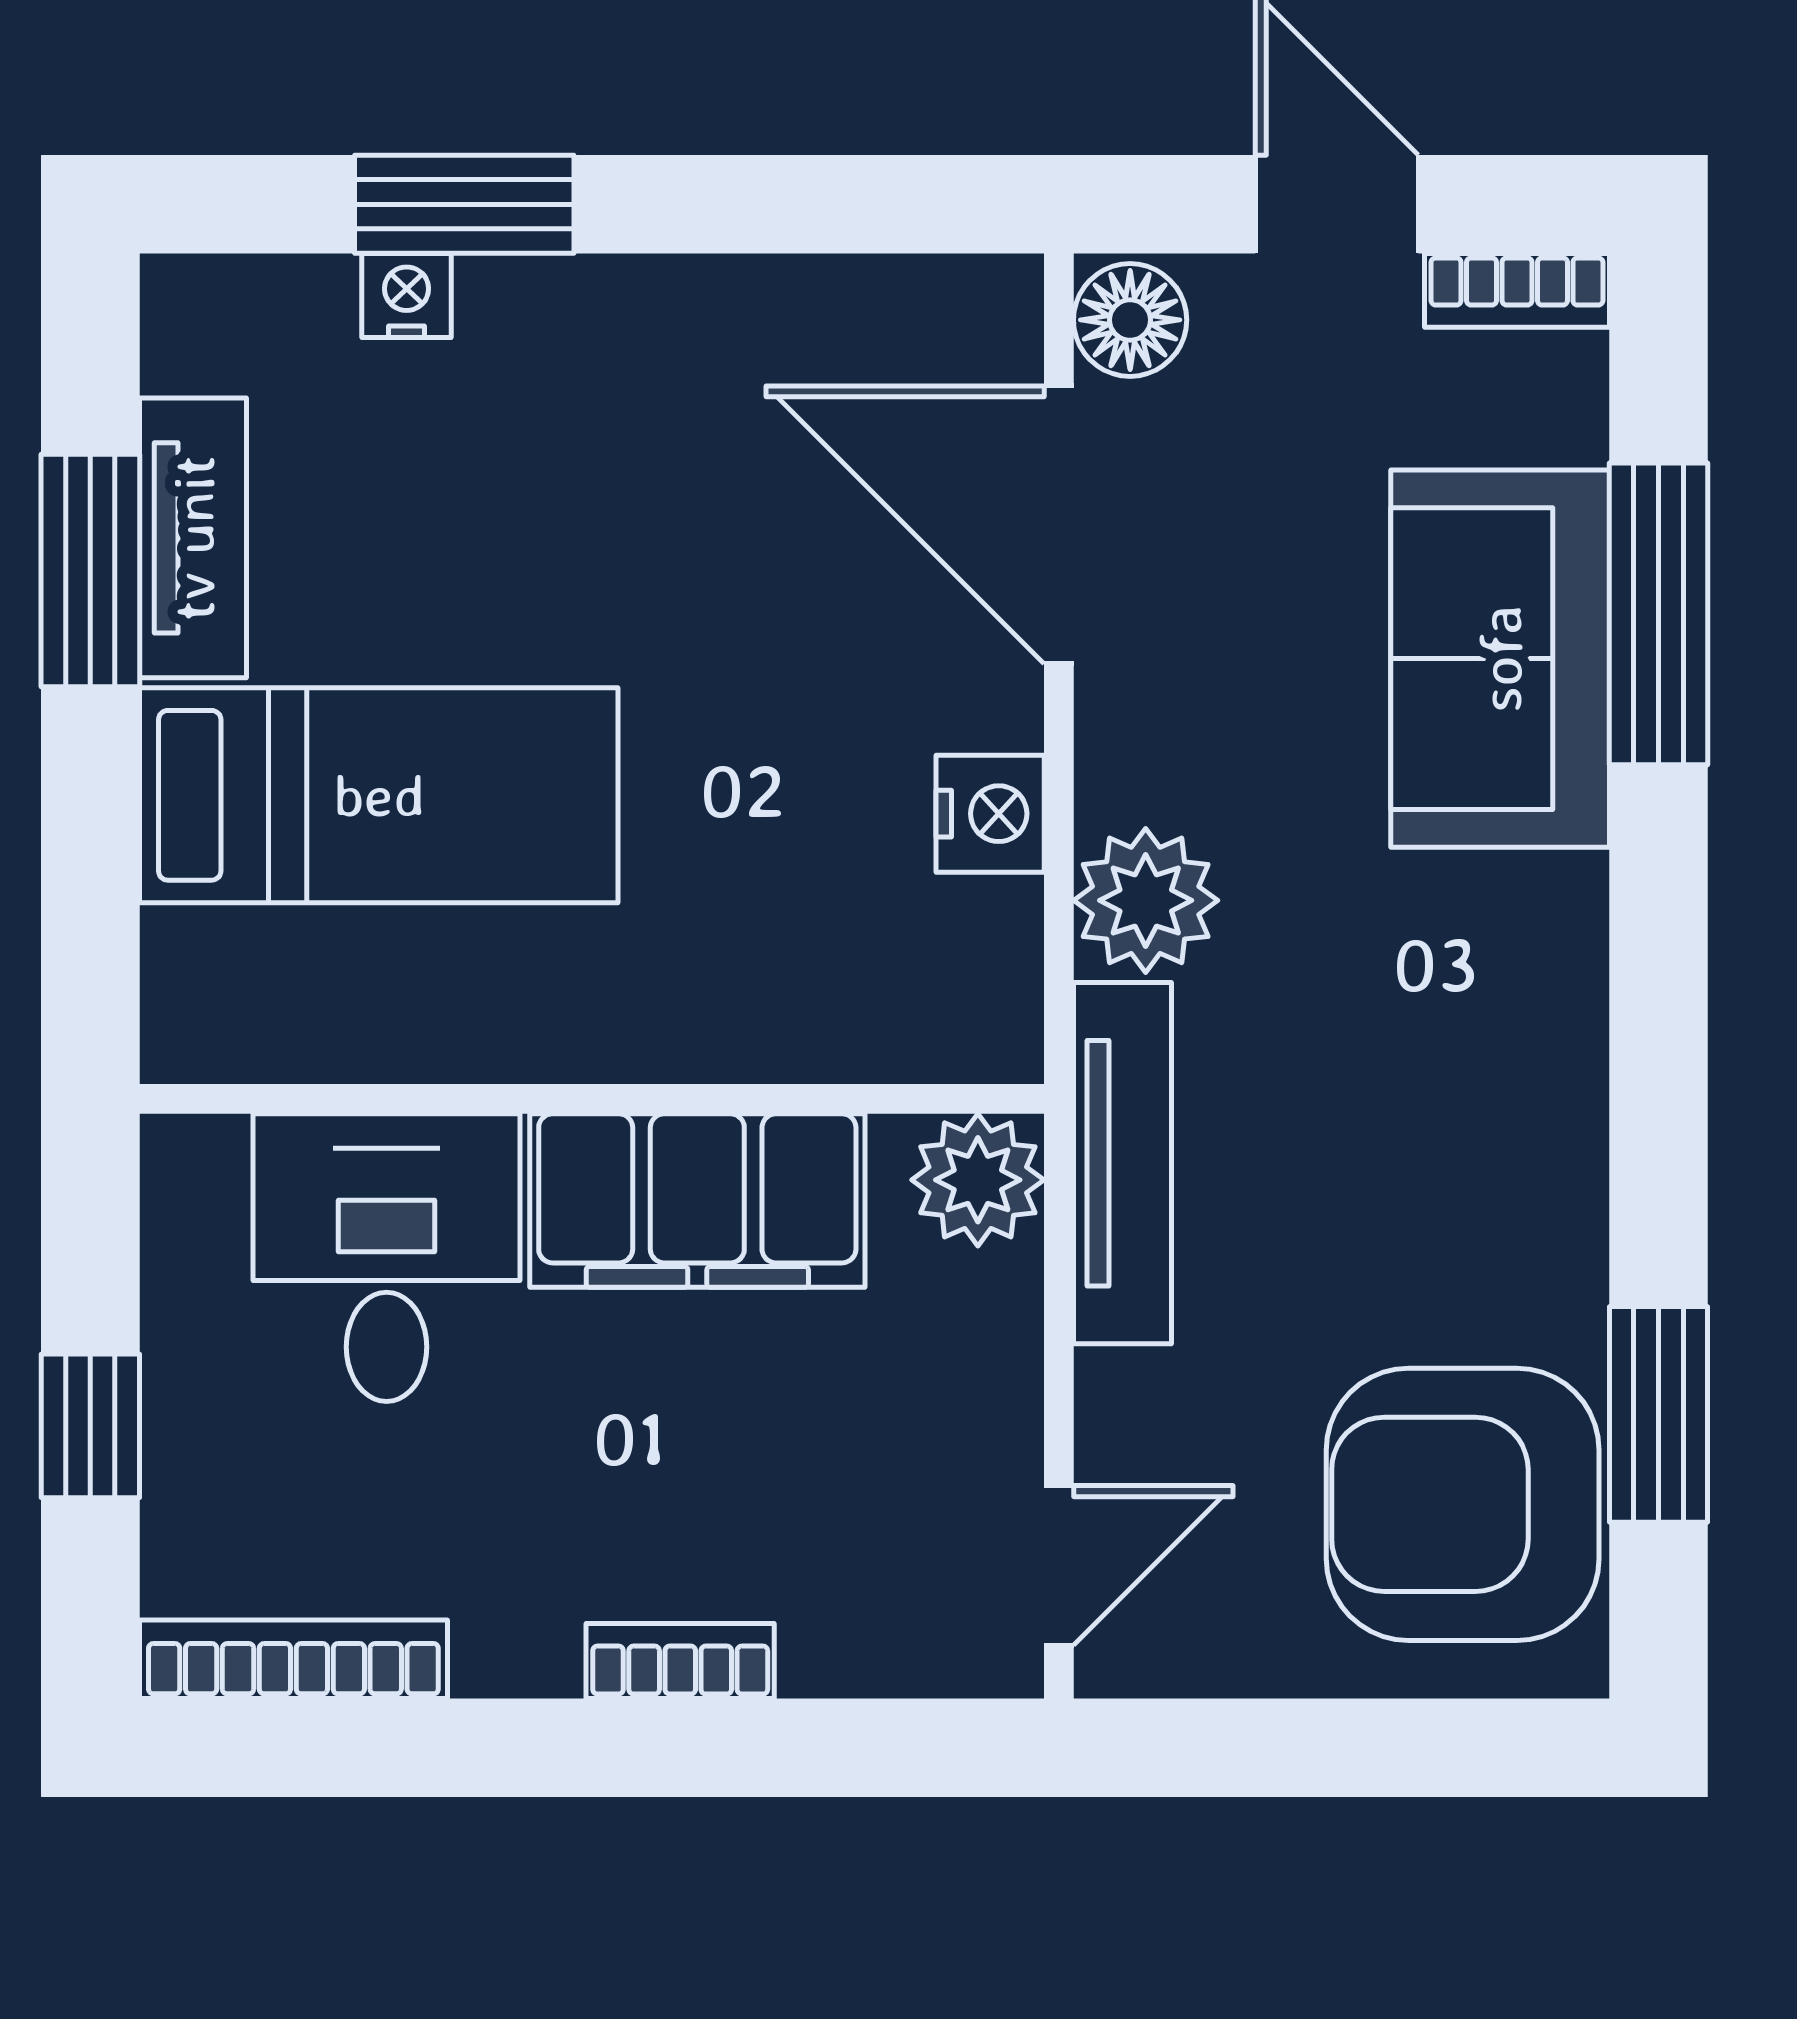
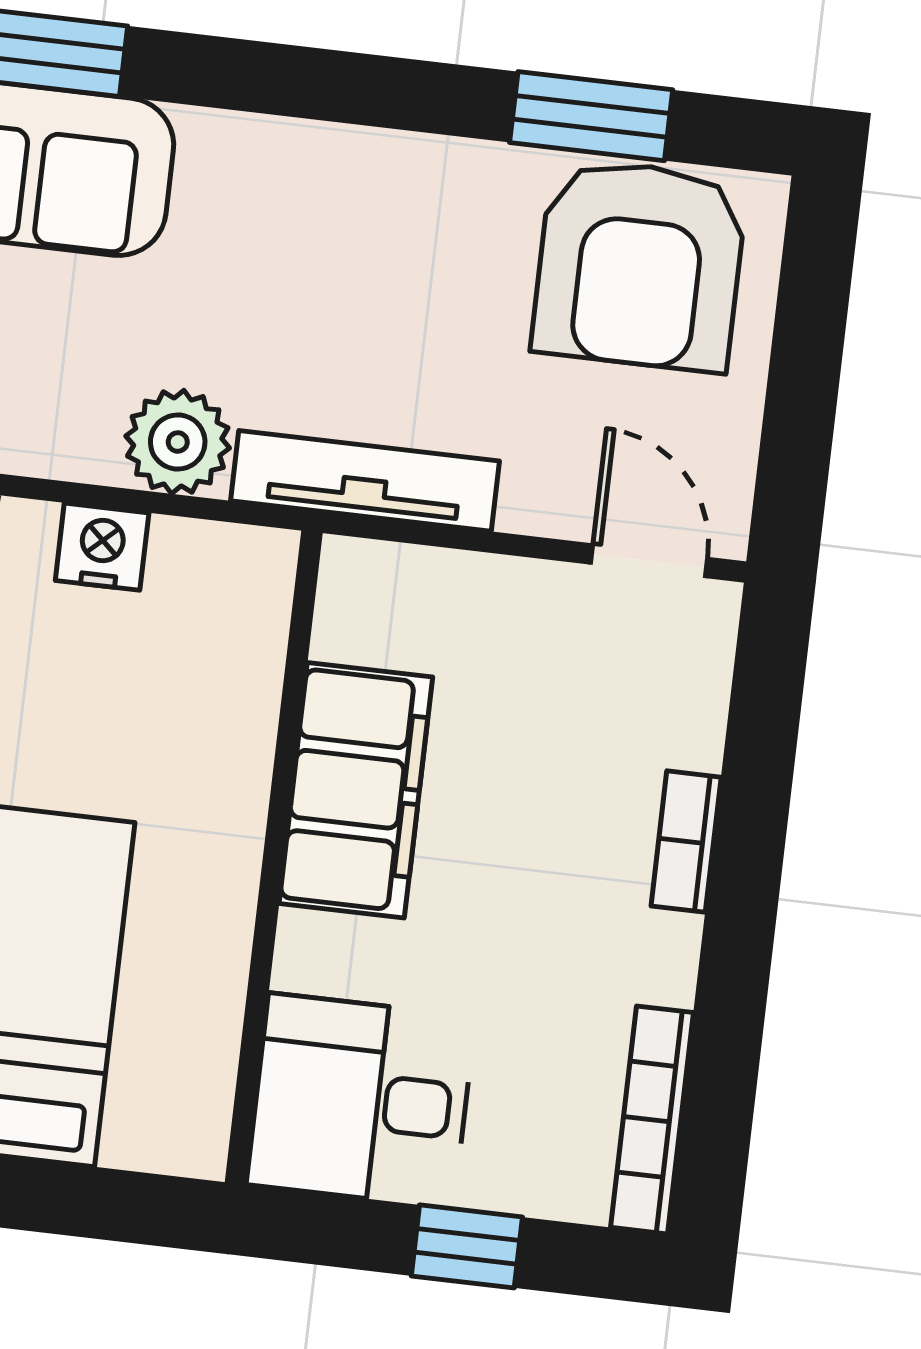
plant: (978, 1180) -> (365, 586), removed
desk: (387, 1258) -> (361, 1101), moved

